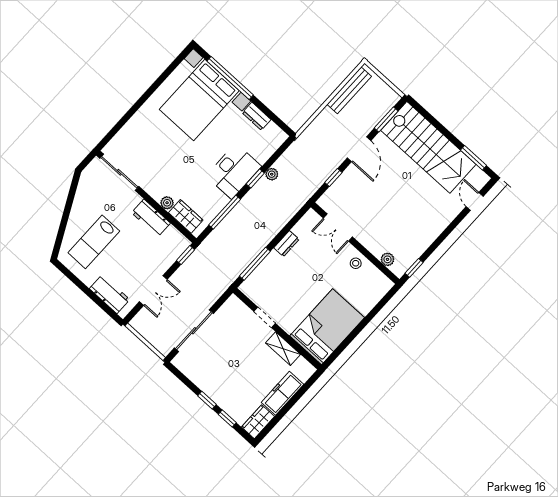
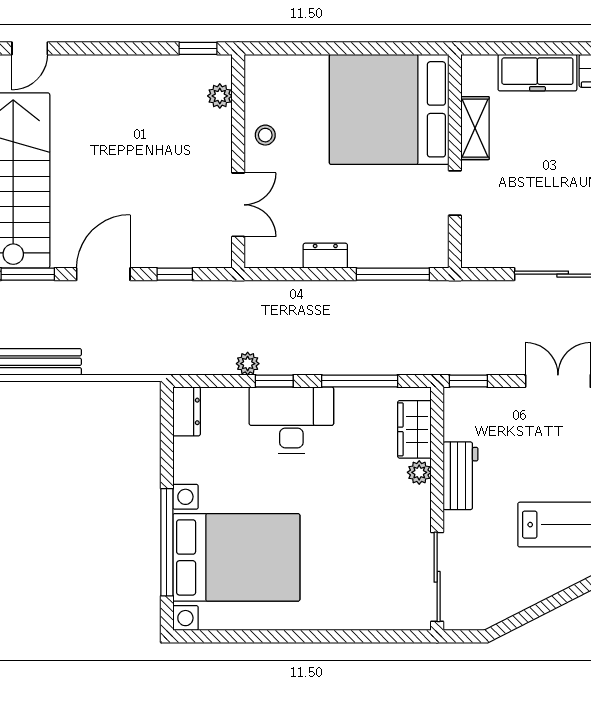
dresser: (257, 116) -> (187, 411), moved
bed: (327, 327) -> (389, 109), width x1.36

